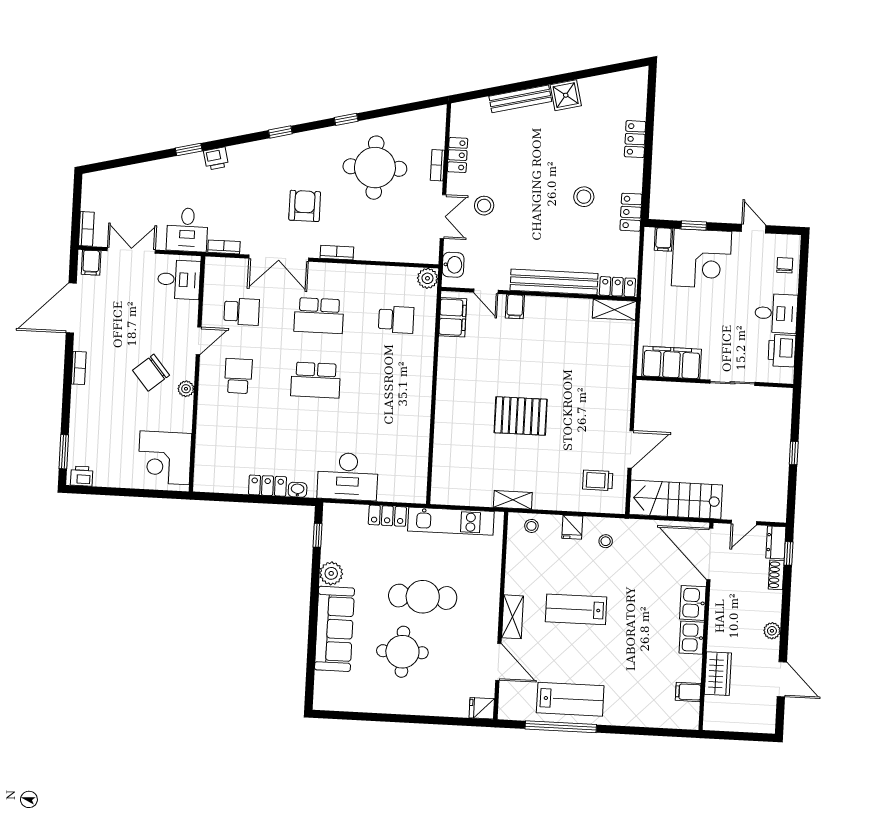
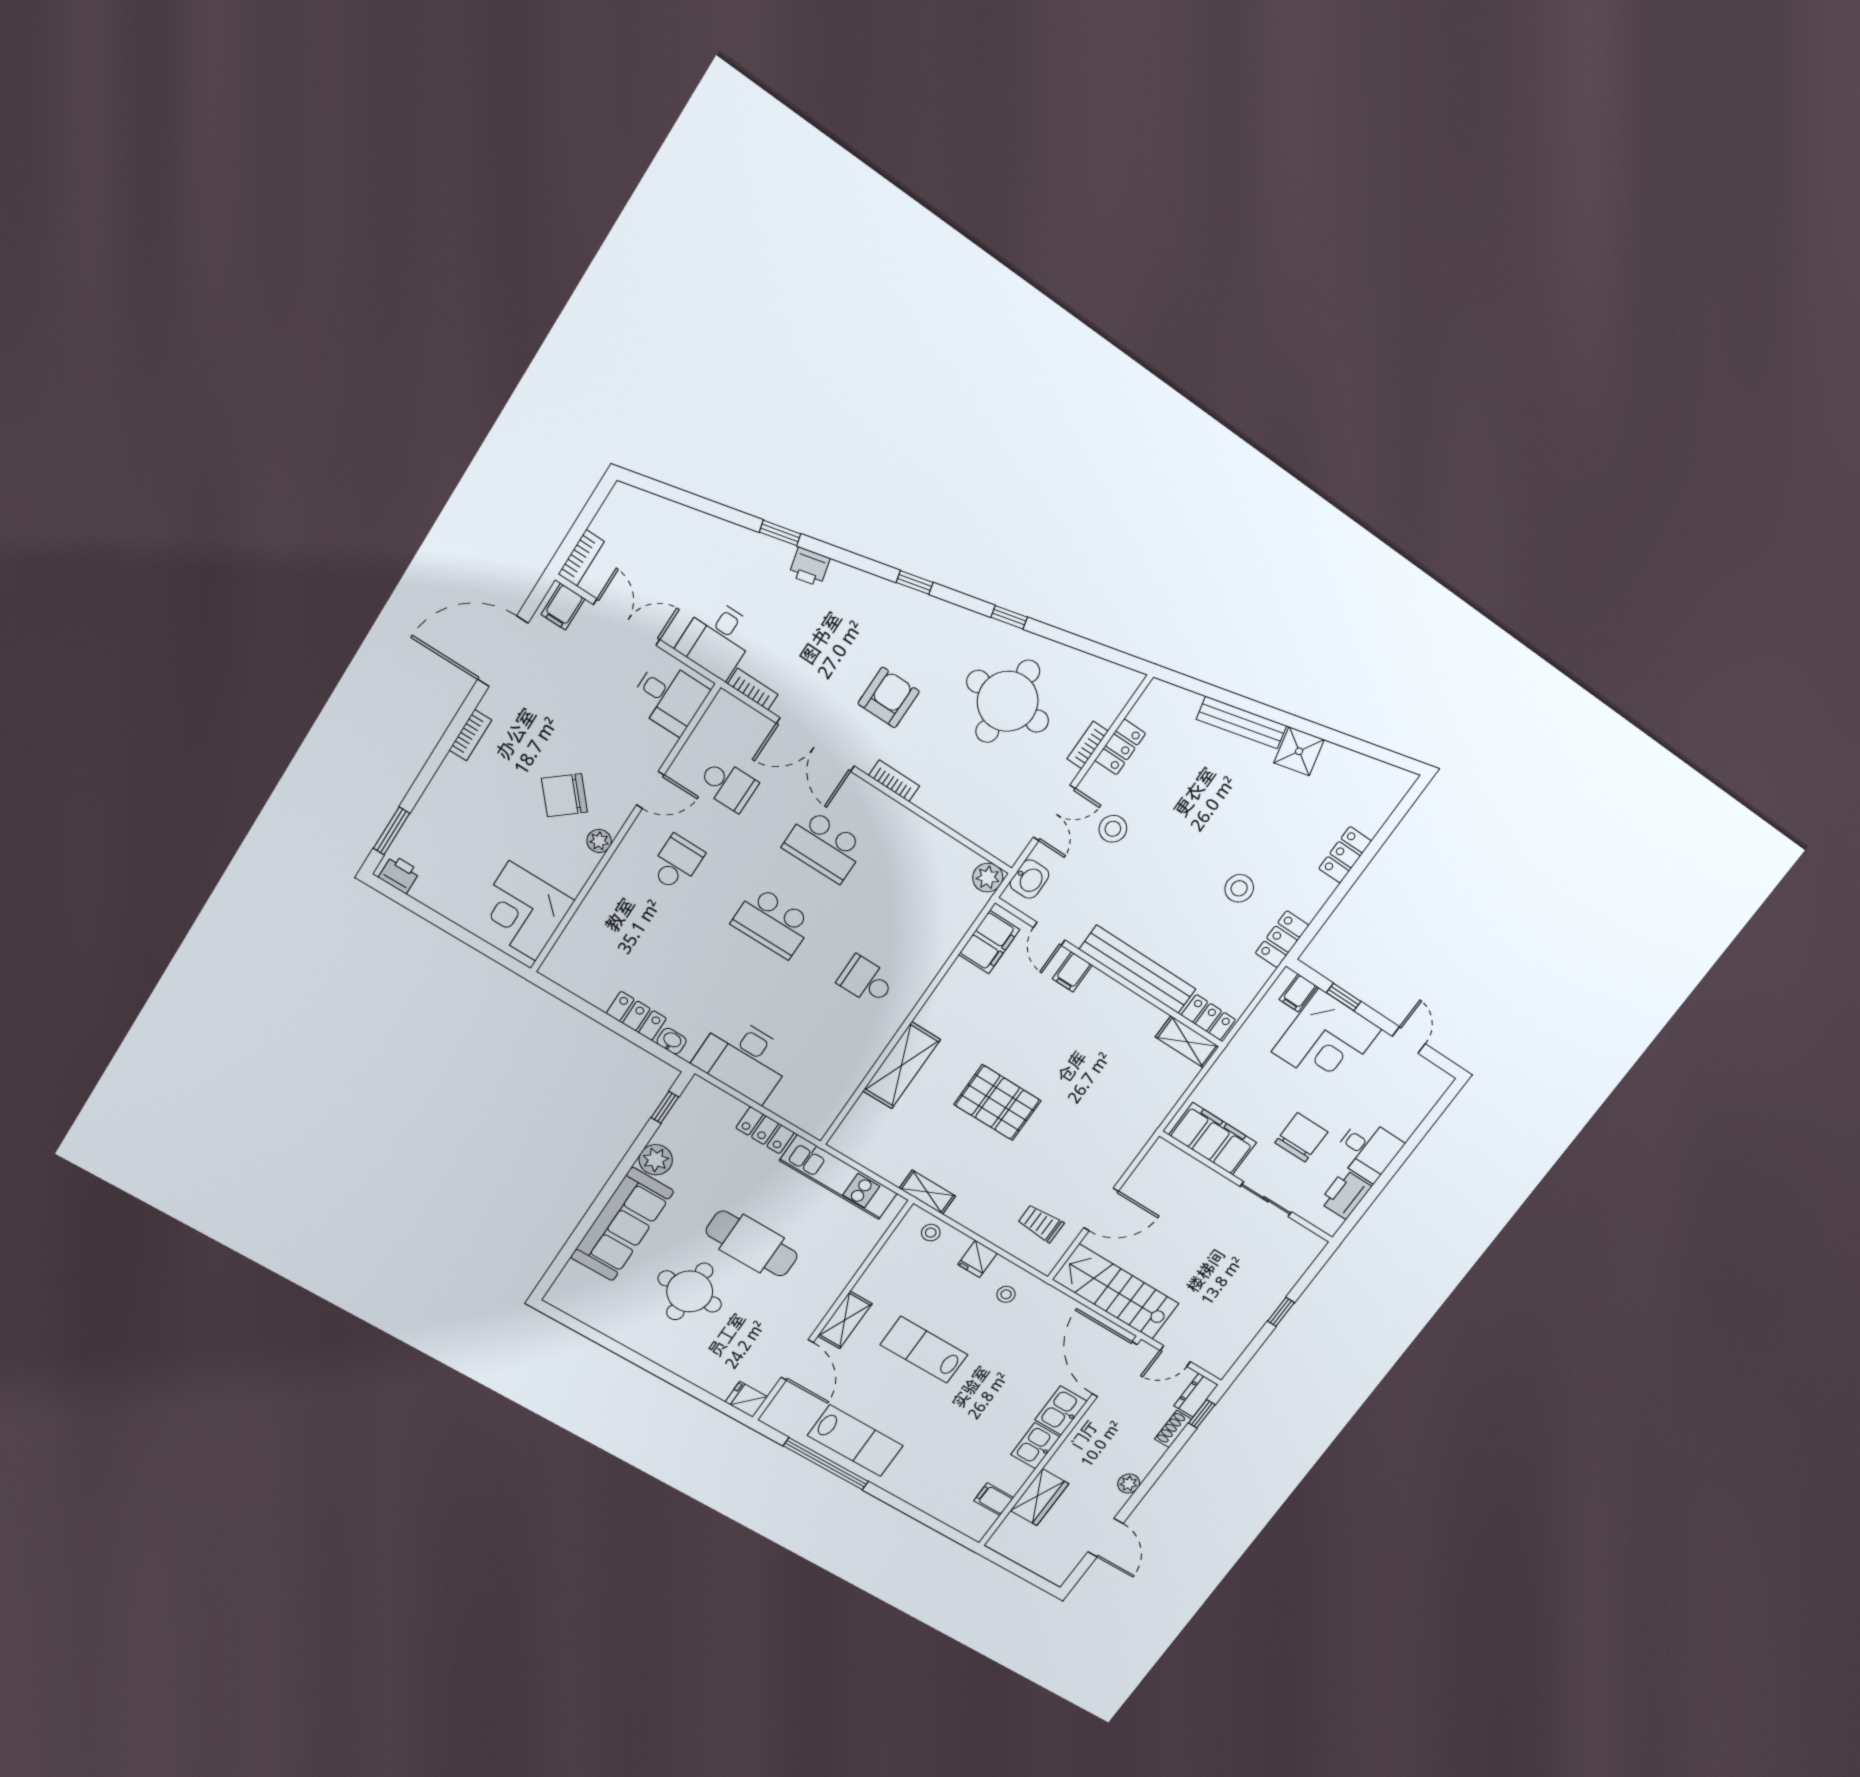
chair: (785, 265) -> (1301, 1137), moved, width x1.87, depth x1.87
school desk: (396, 320) -> (866, 981), moved, turned 180
shelving: (447, 426) -> (902, 1065), added

